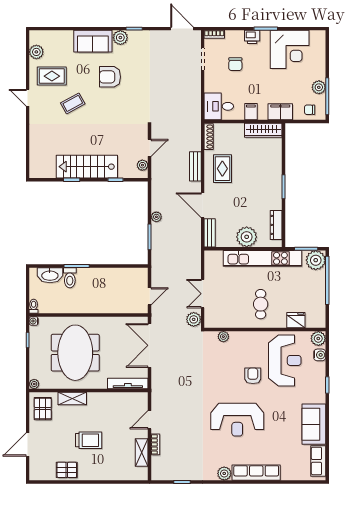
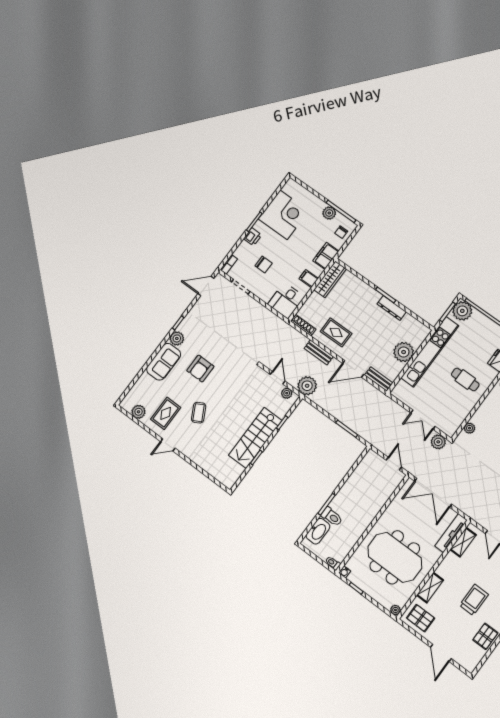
plant: (156, 217) -> (307, 386), moved, width x1.88, depth x1.88
dresser: (276, 225) -> (392, 308), moved
shelving: (128, 398) -> (463, 542), added

